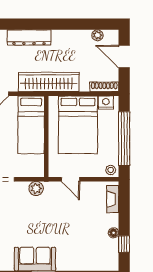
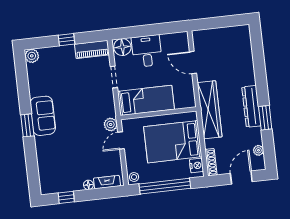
window: (64, 24) -> (265, 118), added
dresser: (29, 37) -> (251, 106), moved
bed: (31, 125) -> (146, 100), moved, turned 180
plant: (36, 188) -> (111, 124), moved
floor lamp: (113, 233) -> (88, 185), moved

